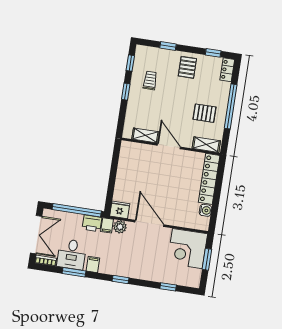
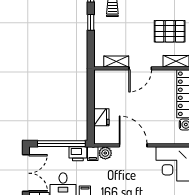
pallet: (205, 113) -> (170, 31), width x1.50, depth x1.42
door: (169, 146) -> (140, 68), swing flipped
fridge: (120, 210) -> (101, 117), moved, turned 90

